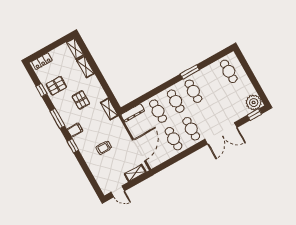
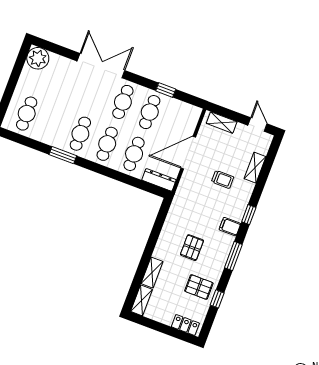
shelving: (109, 109) -> (255, 168), moved
window: (254, 115) -> (166, 90), moved
door: (139, 150) -> (188, 153), moved

